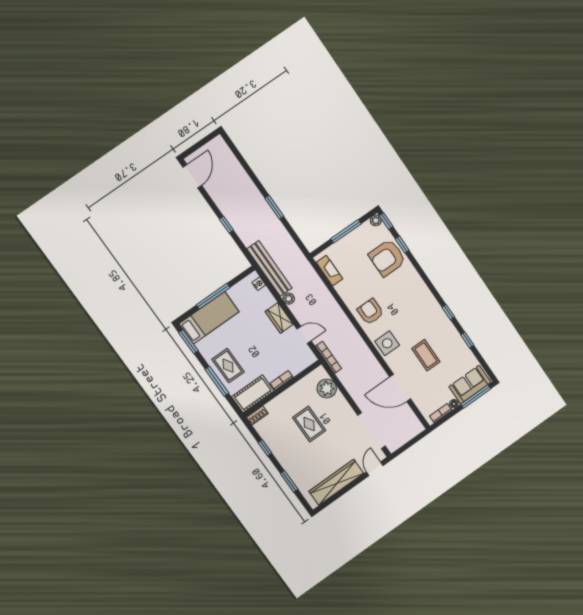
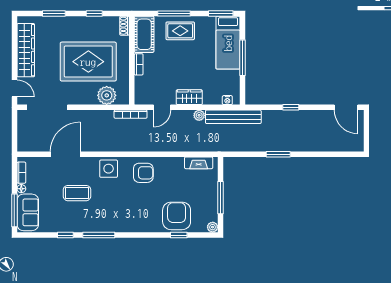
window: (386, 221) -> (206, 235), removed
window: (448, 312) -> (99, 235), width x2.17
rug: (309, 424) -> (88, 62), width x1.86, depth x2.06

